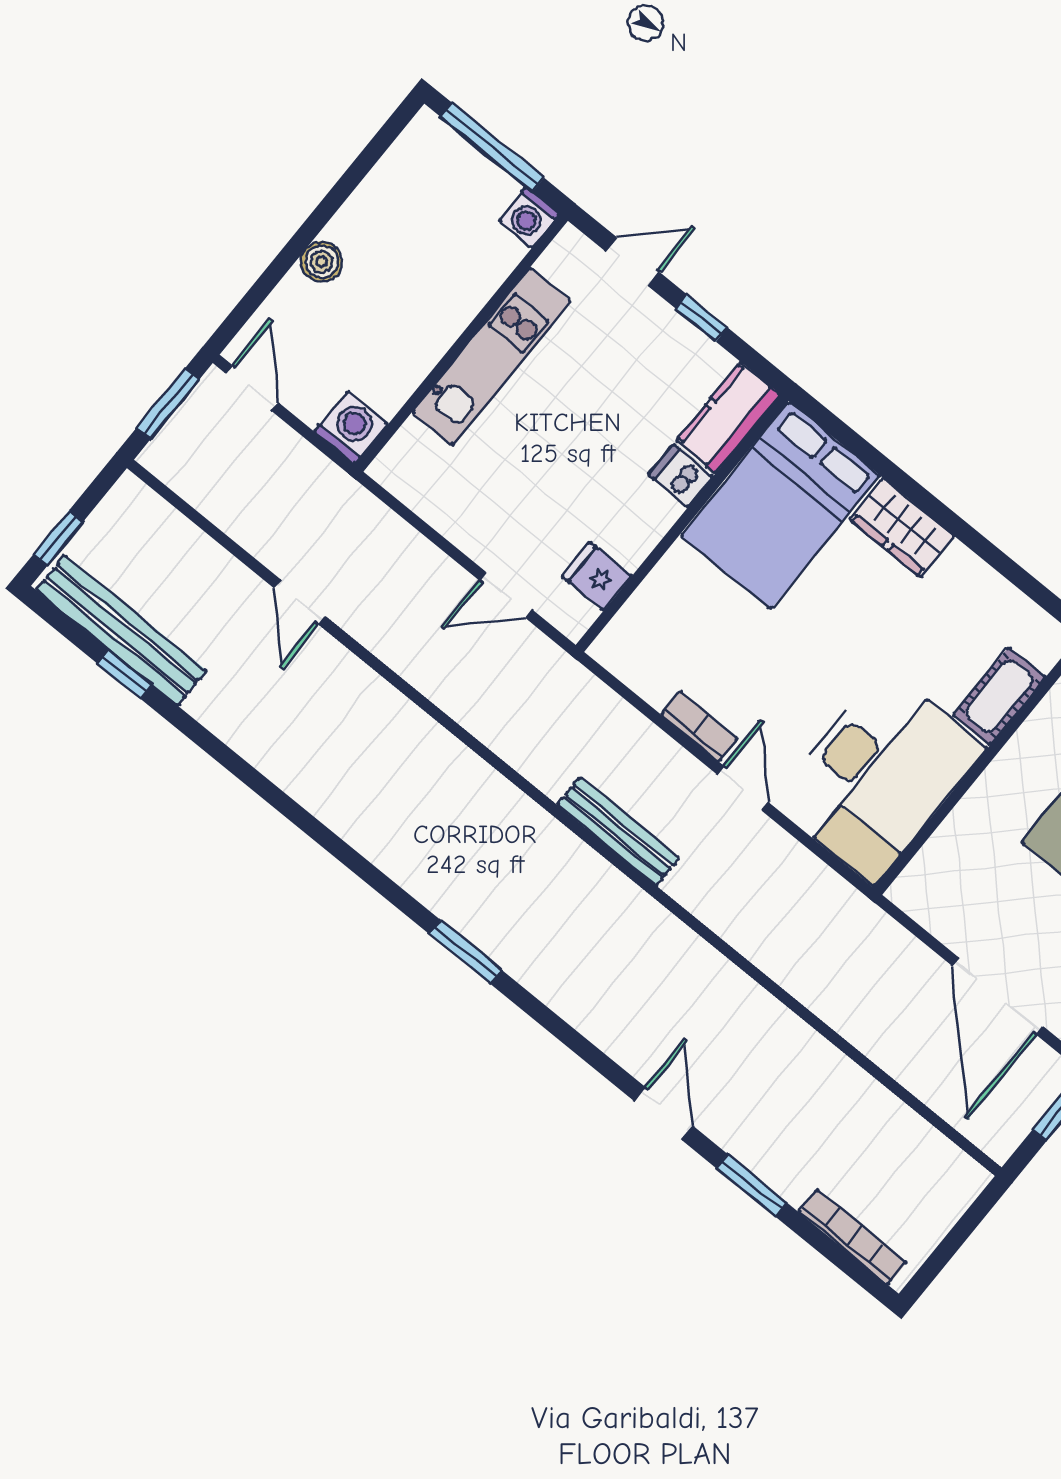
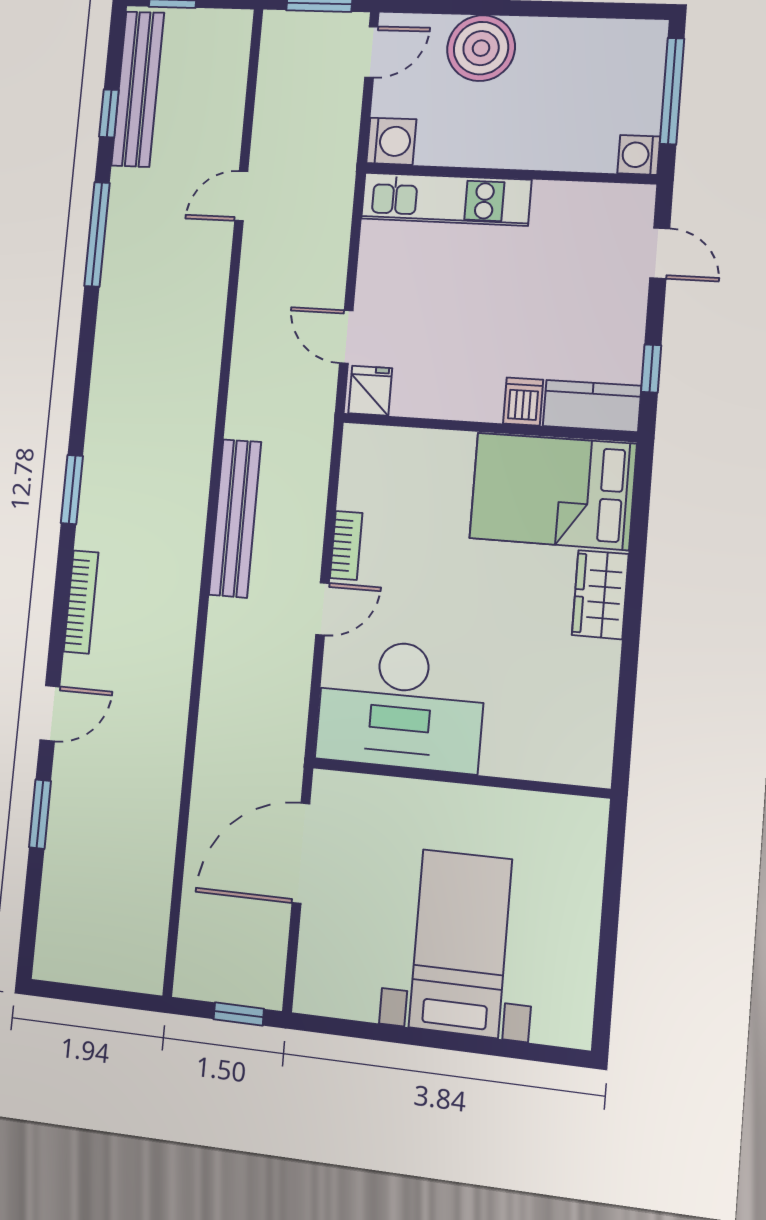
boiler: (322, 262) -> (481, 48), width x1.86, depth x1.86
window: (702, 318) -> (651, 369), moved
kitchen unit: (491, 357) -> (446, 199), moved
fridge: (597, 576) -> (370, 391), moved
cot: (999, 696) -> (523, 757), removed
window: (235, 764) -> (97, 234), added
bench: (618, 831) -> (235, 518), width x1.37, depth x1.21
door: (998, 996) -> (301, 853), moved
bookcase: (853, 1237) -> (81, 602), moved

